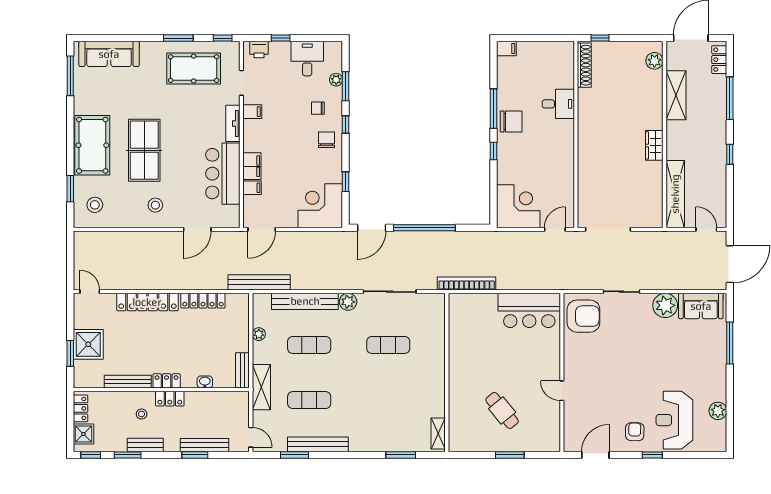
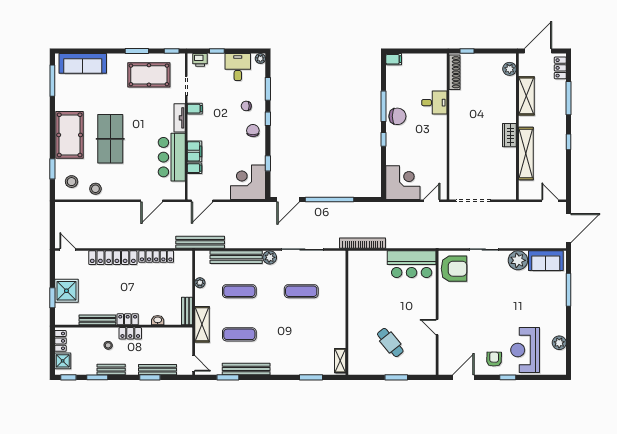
plant: (336, 80) -> (260, 59), moved
shelving: (675, 194) -> (526, 154), moved
stool: (155, 205) -> (95, 189), moved

